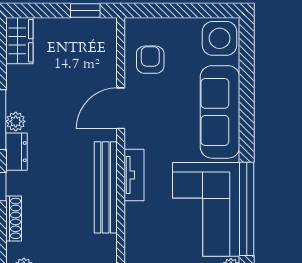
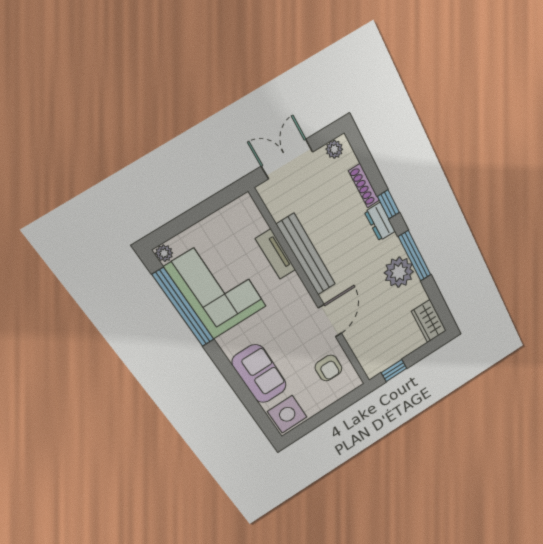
sofa: (220, 112) -> (259, 374), width x0.73
plant: (16, 121) -> (399, 272), width x1.88, depth x1.88
dresser: (17, 152) -> (380, 222), moved
tv unit: (134, 175) -> (276, 254), moved

